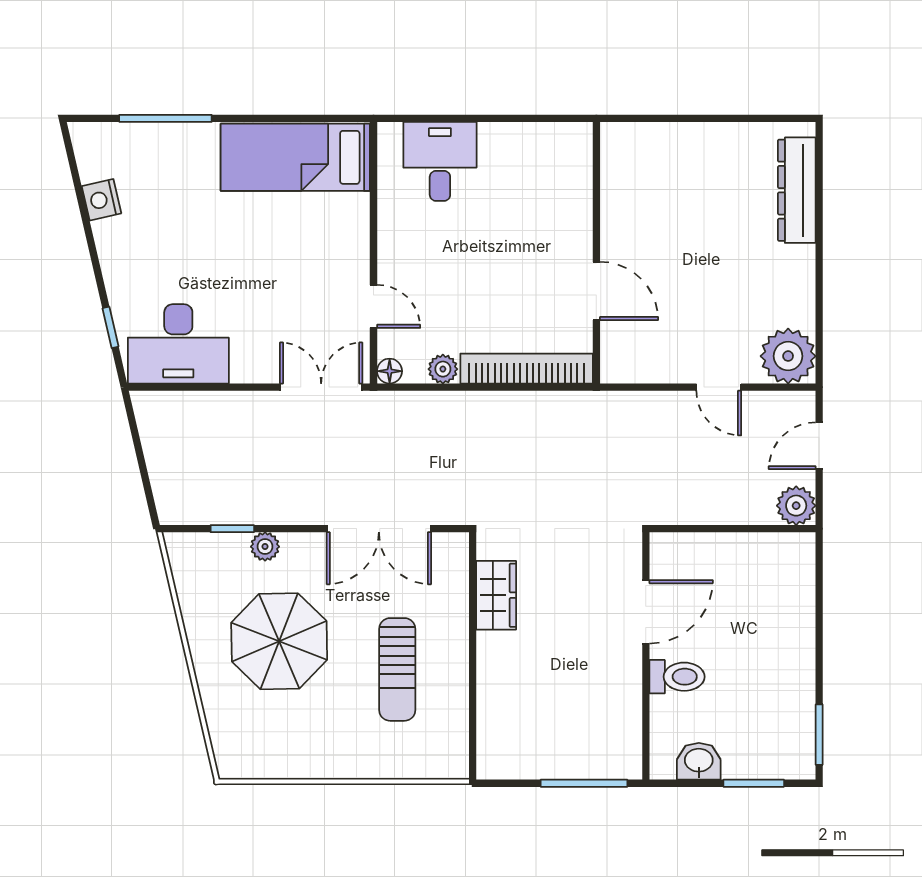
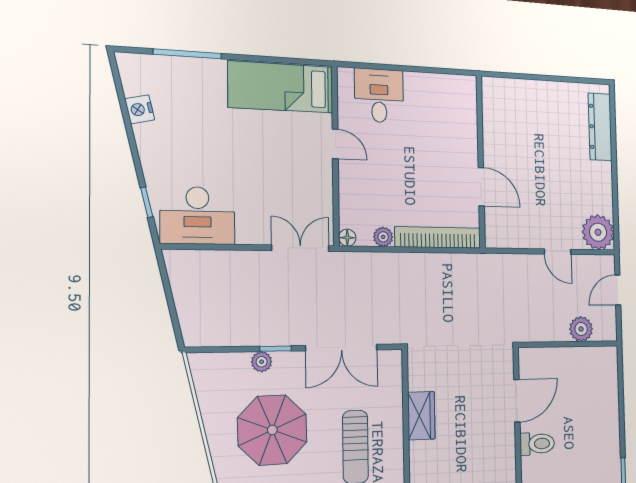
door: (374, 306) -> (335, 144), moved
plant: (796, 506) -> (581, 329), moved
window: (232, 529) -> (276, 349), moved
wardrobe: (496, 595) -> (421, 416), moved

